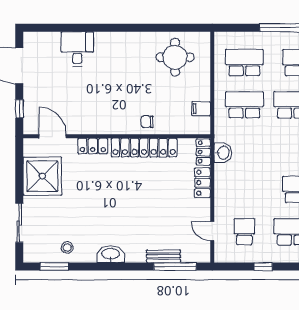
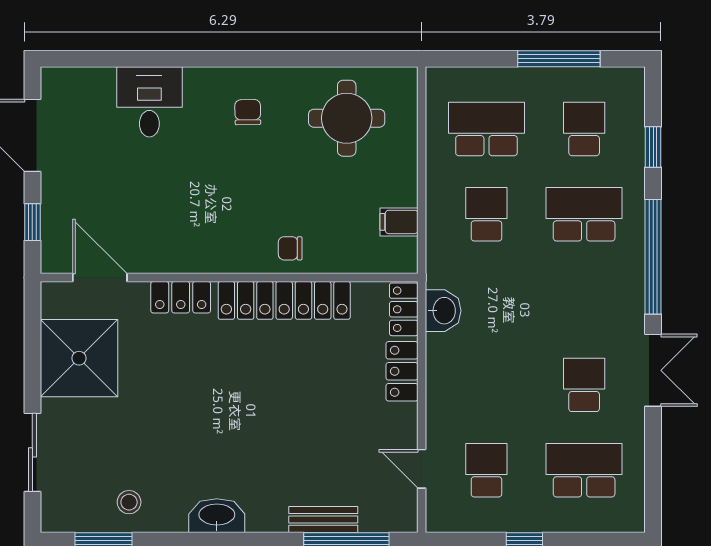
chair: (126, 54) -> (248, 112), added
school desk: (244, 105) -> (486, 214), width x0.54

